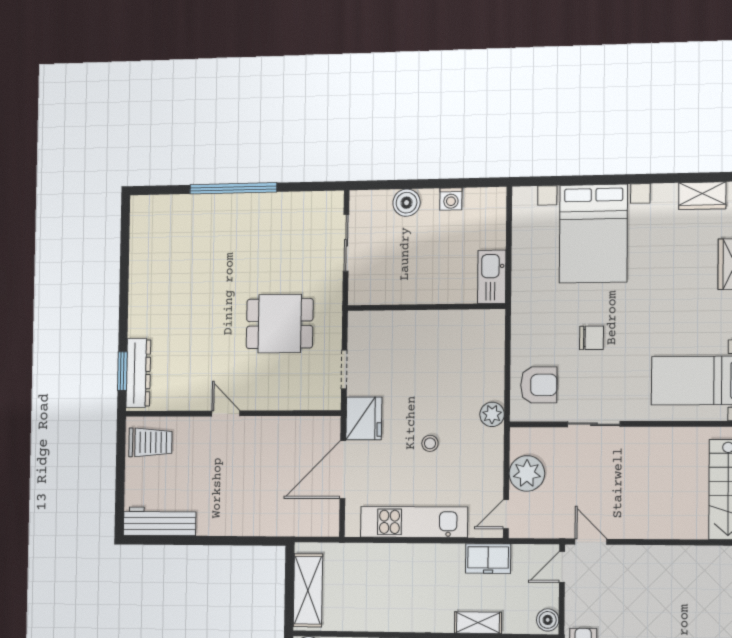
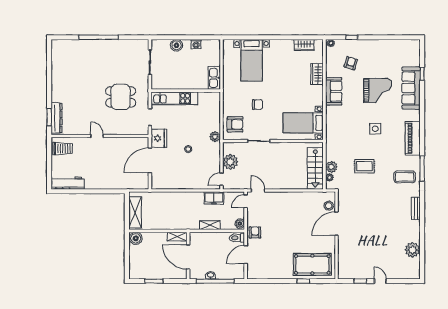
bed with nightstands: (593, 234) -> (252, 60), width x0.73
kitchen unit: (414, 522) -> (174, 98), moved, turned 180

